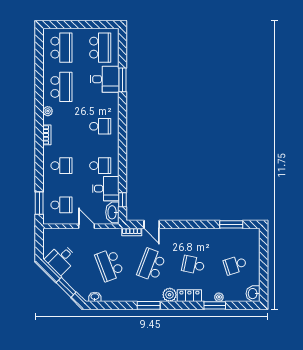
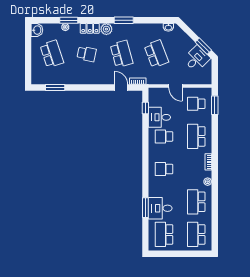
school desk: (61, 166) -> (196, 136), width x1.85
washbasin: (112, 212) -> (154, 98), removed
school desk: (151, 265) -> (121, 54), turned -36
school desk: (235, 265) -> (52, 54), width x1.85
window: (66, 287) -> (203, 46), moved

